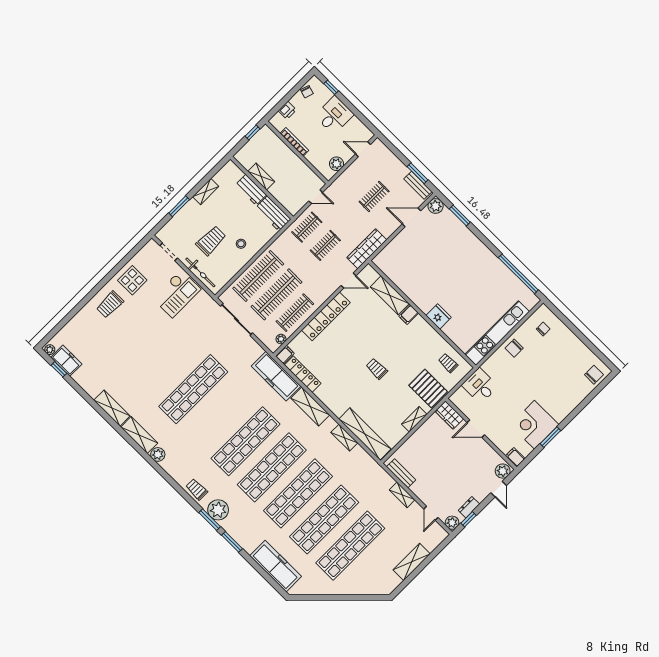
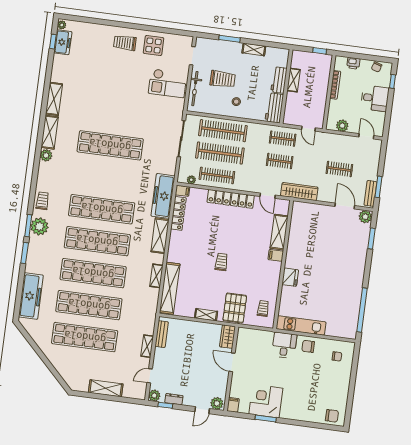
kitchen unit: (497, 333) -> (301, 325), width x0.73
desk: (480, 386) -> (284, 345), moved

